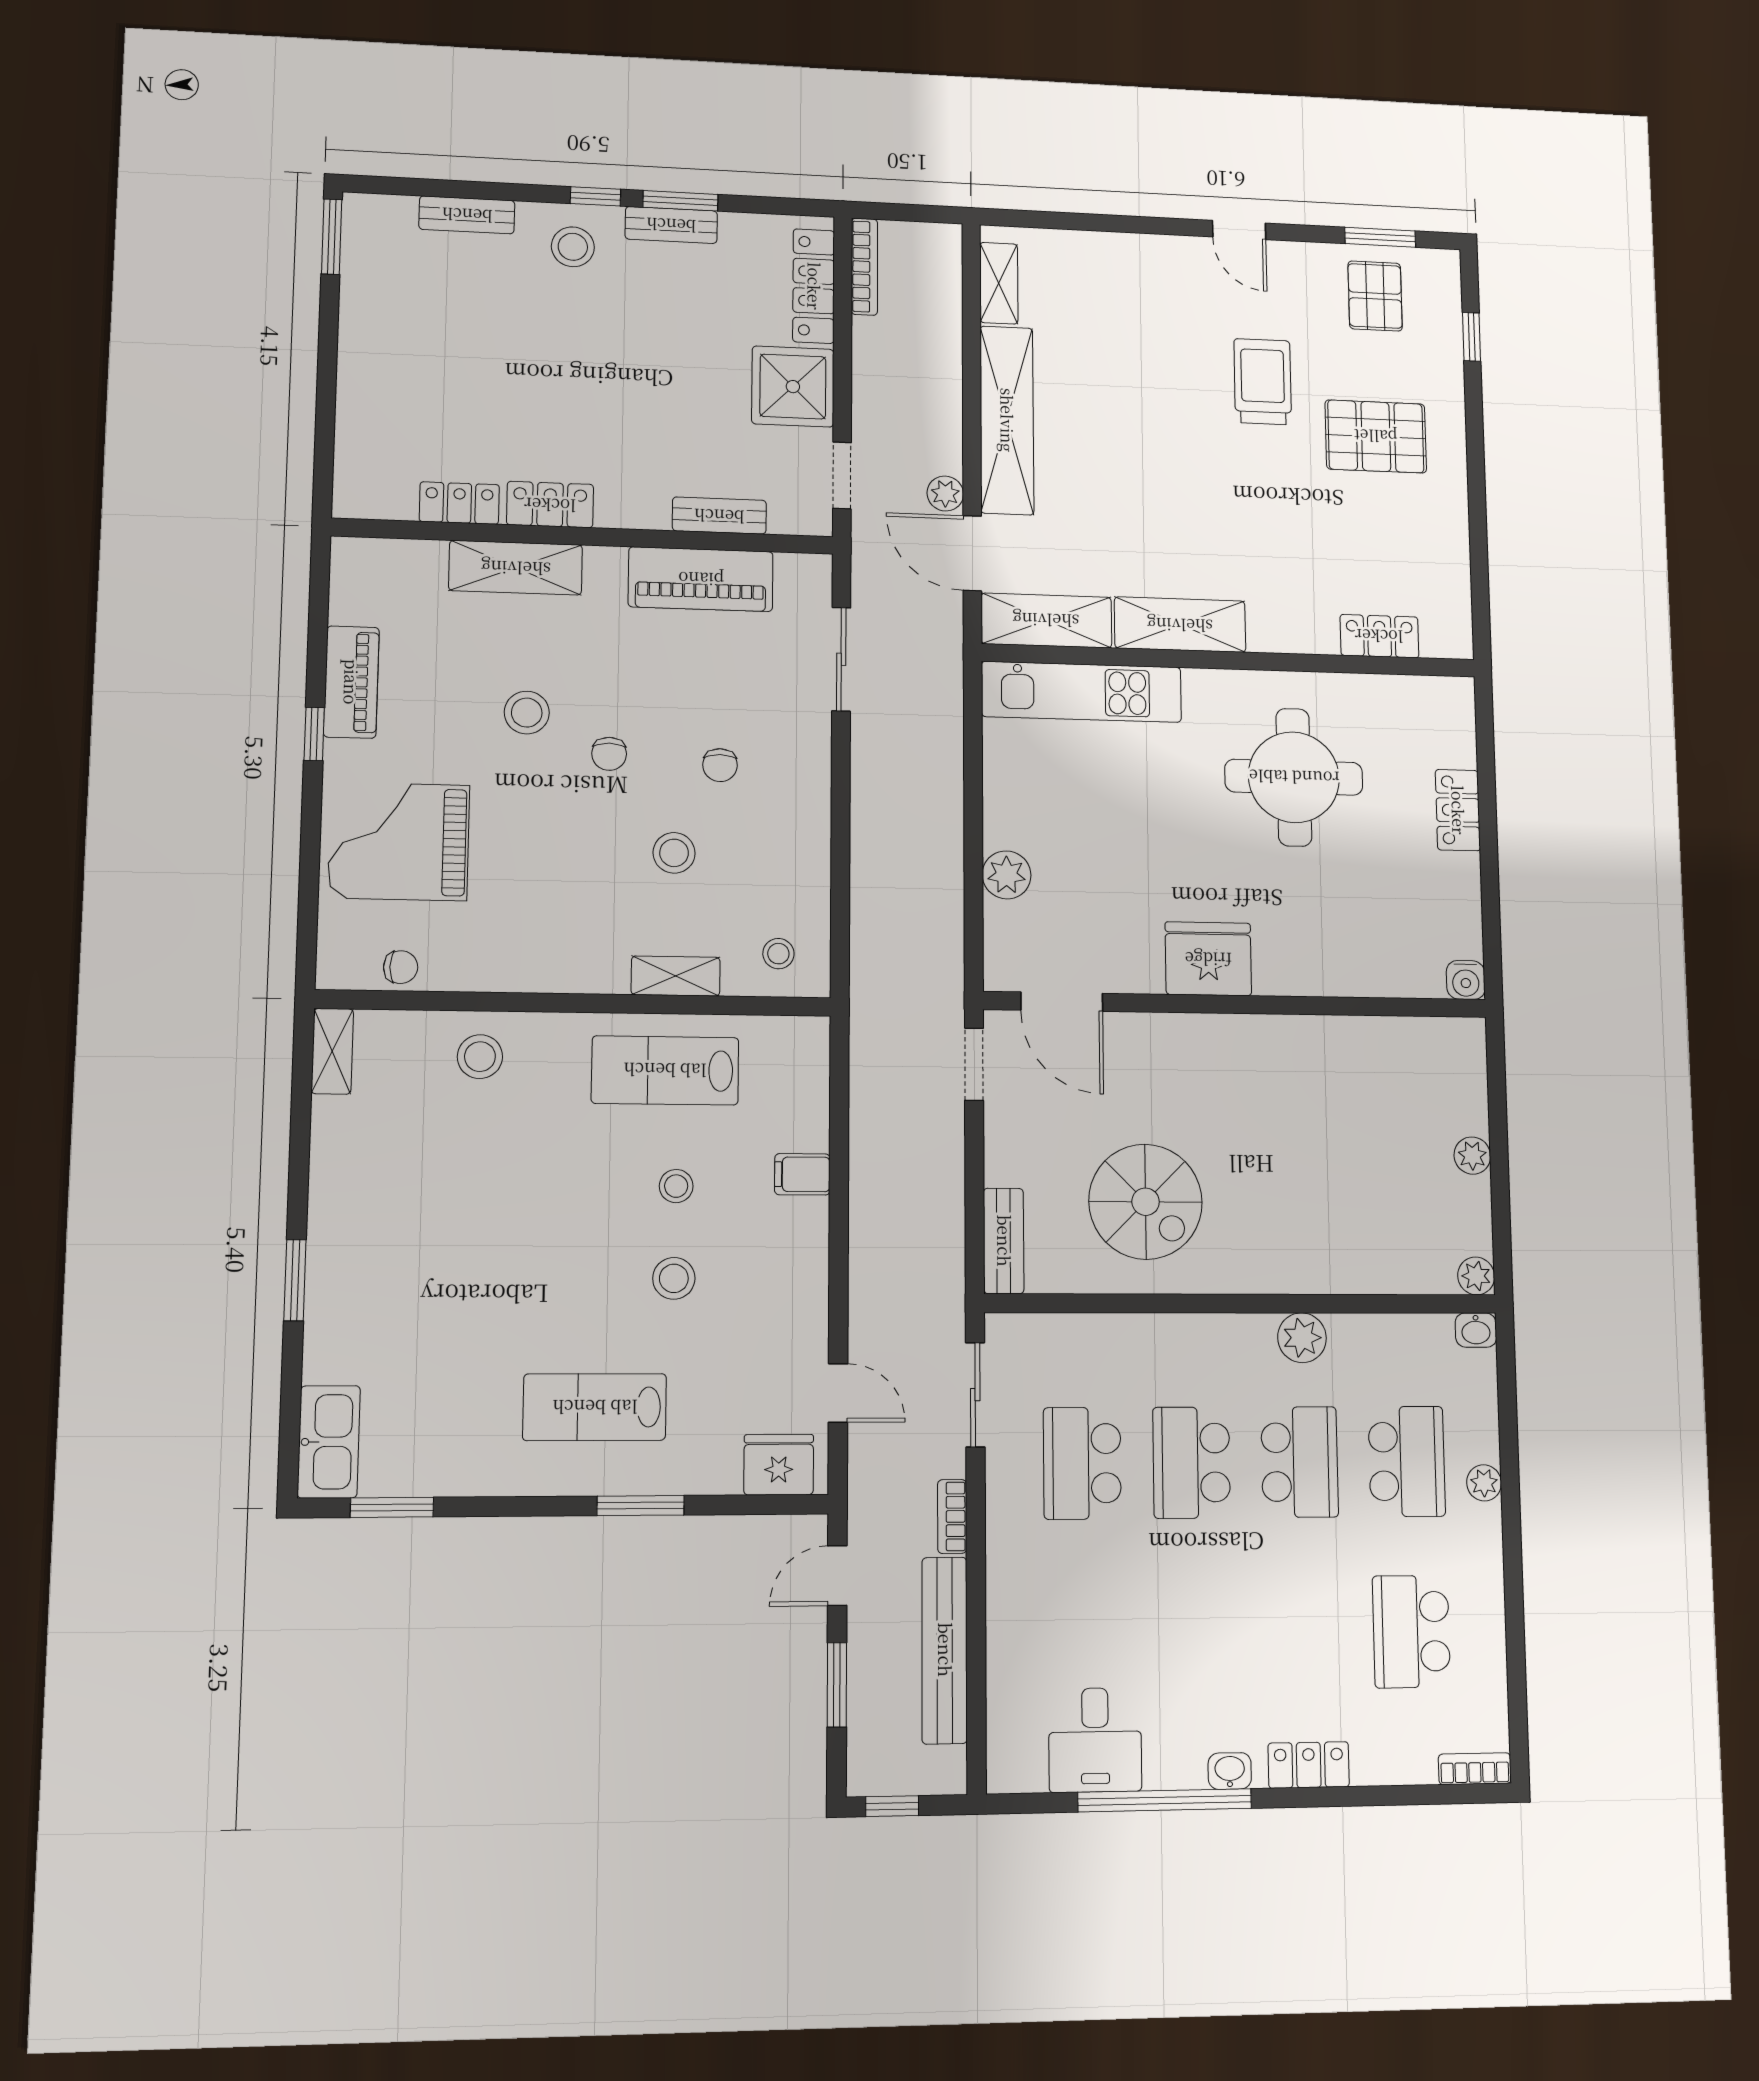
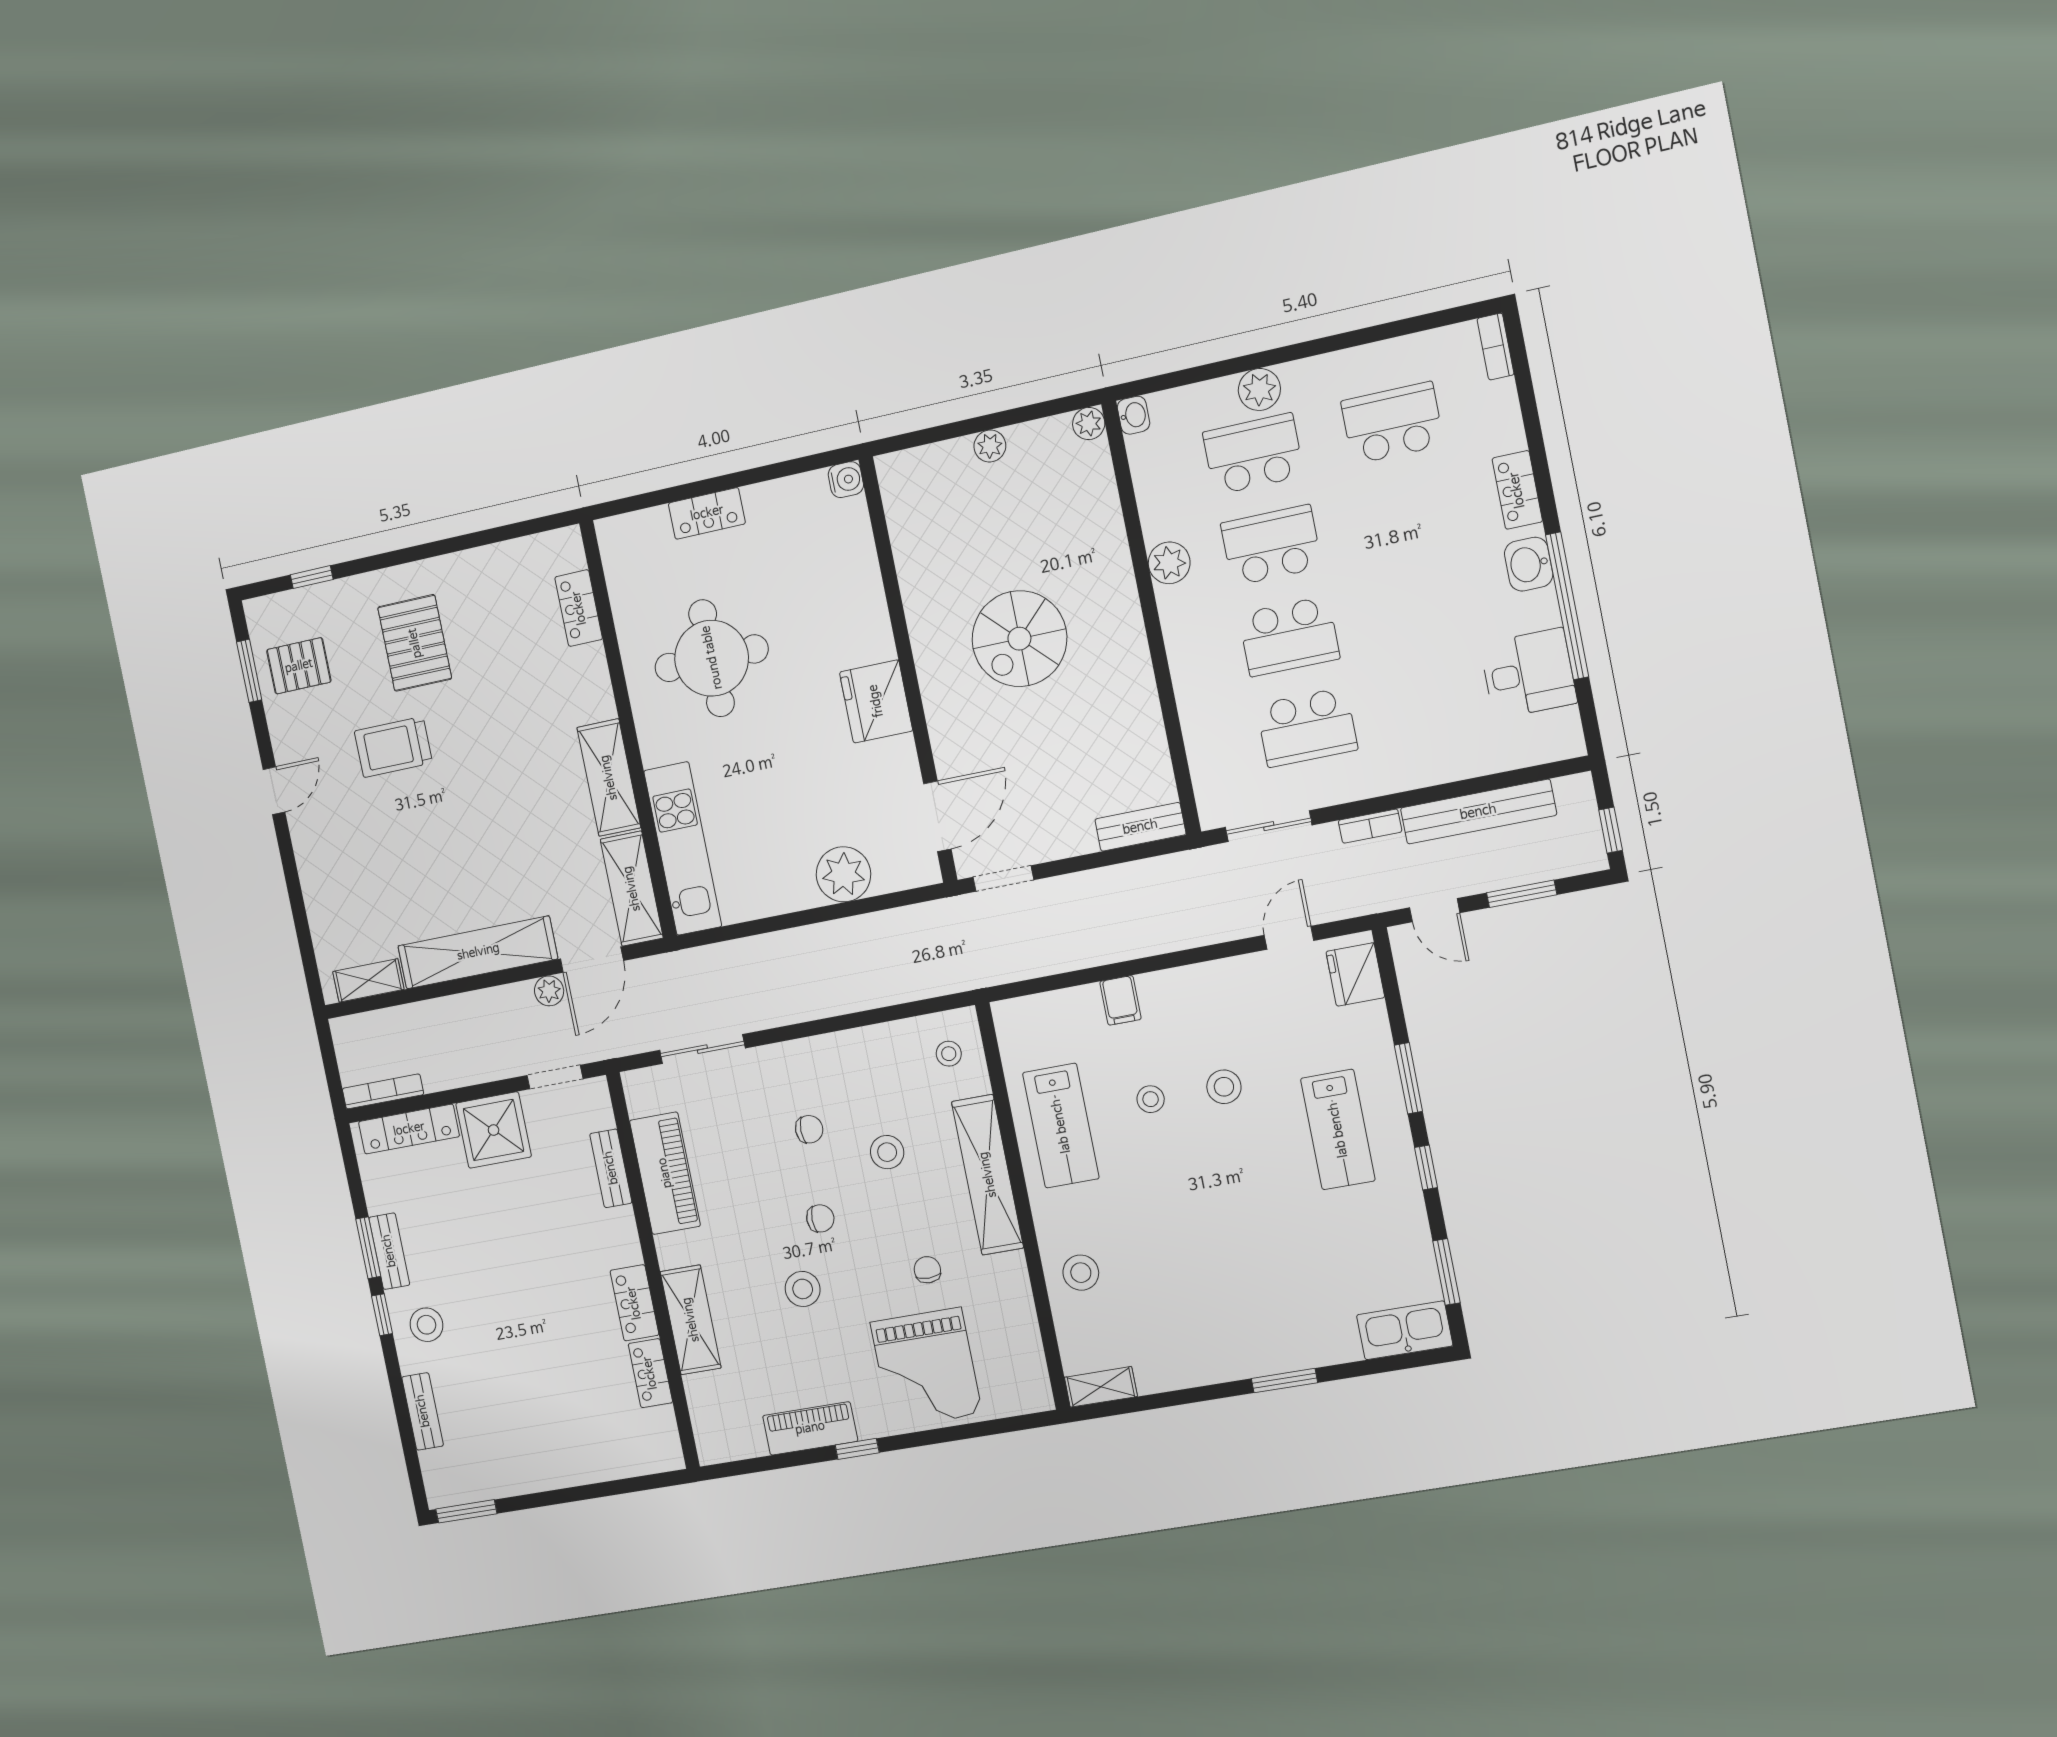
plant: (1007, 875) -> (843, 874), width x1.36, depth x1.36
chair: (401, 967) -> (927, 1270), moved
shelving: (676, 976) -> (988, 1175), width x2.20, depth x1.33
spiral stairs: (1146, 1202) -> (1019, 639), moved, turned 180
plant: (1484, 1483) -> (1259, 389), width x1.38, depth x1.38
window: (527, 1506) -> (1426, 1167), added
school desk: (1411, 1631) -> (1392, 423), turned 180
washbasin: (1230, 1771) -> (1529, 564), width x1.38, depth x1.45

